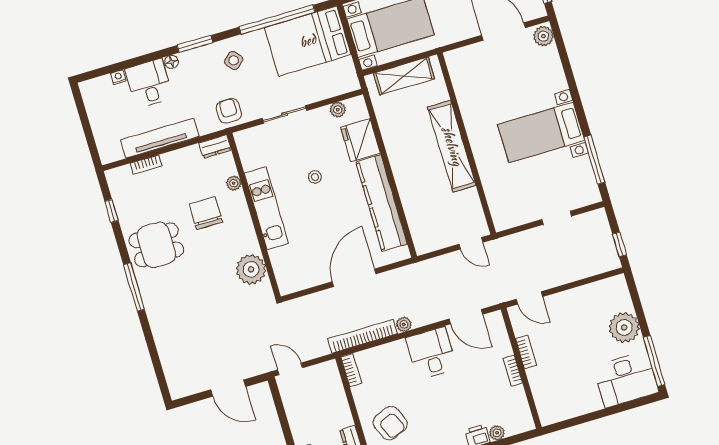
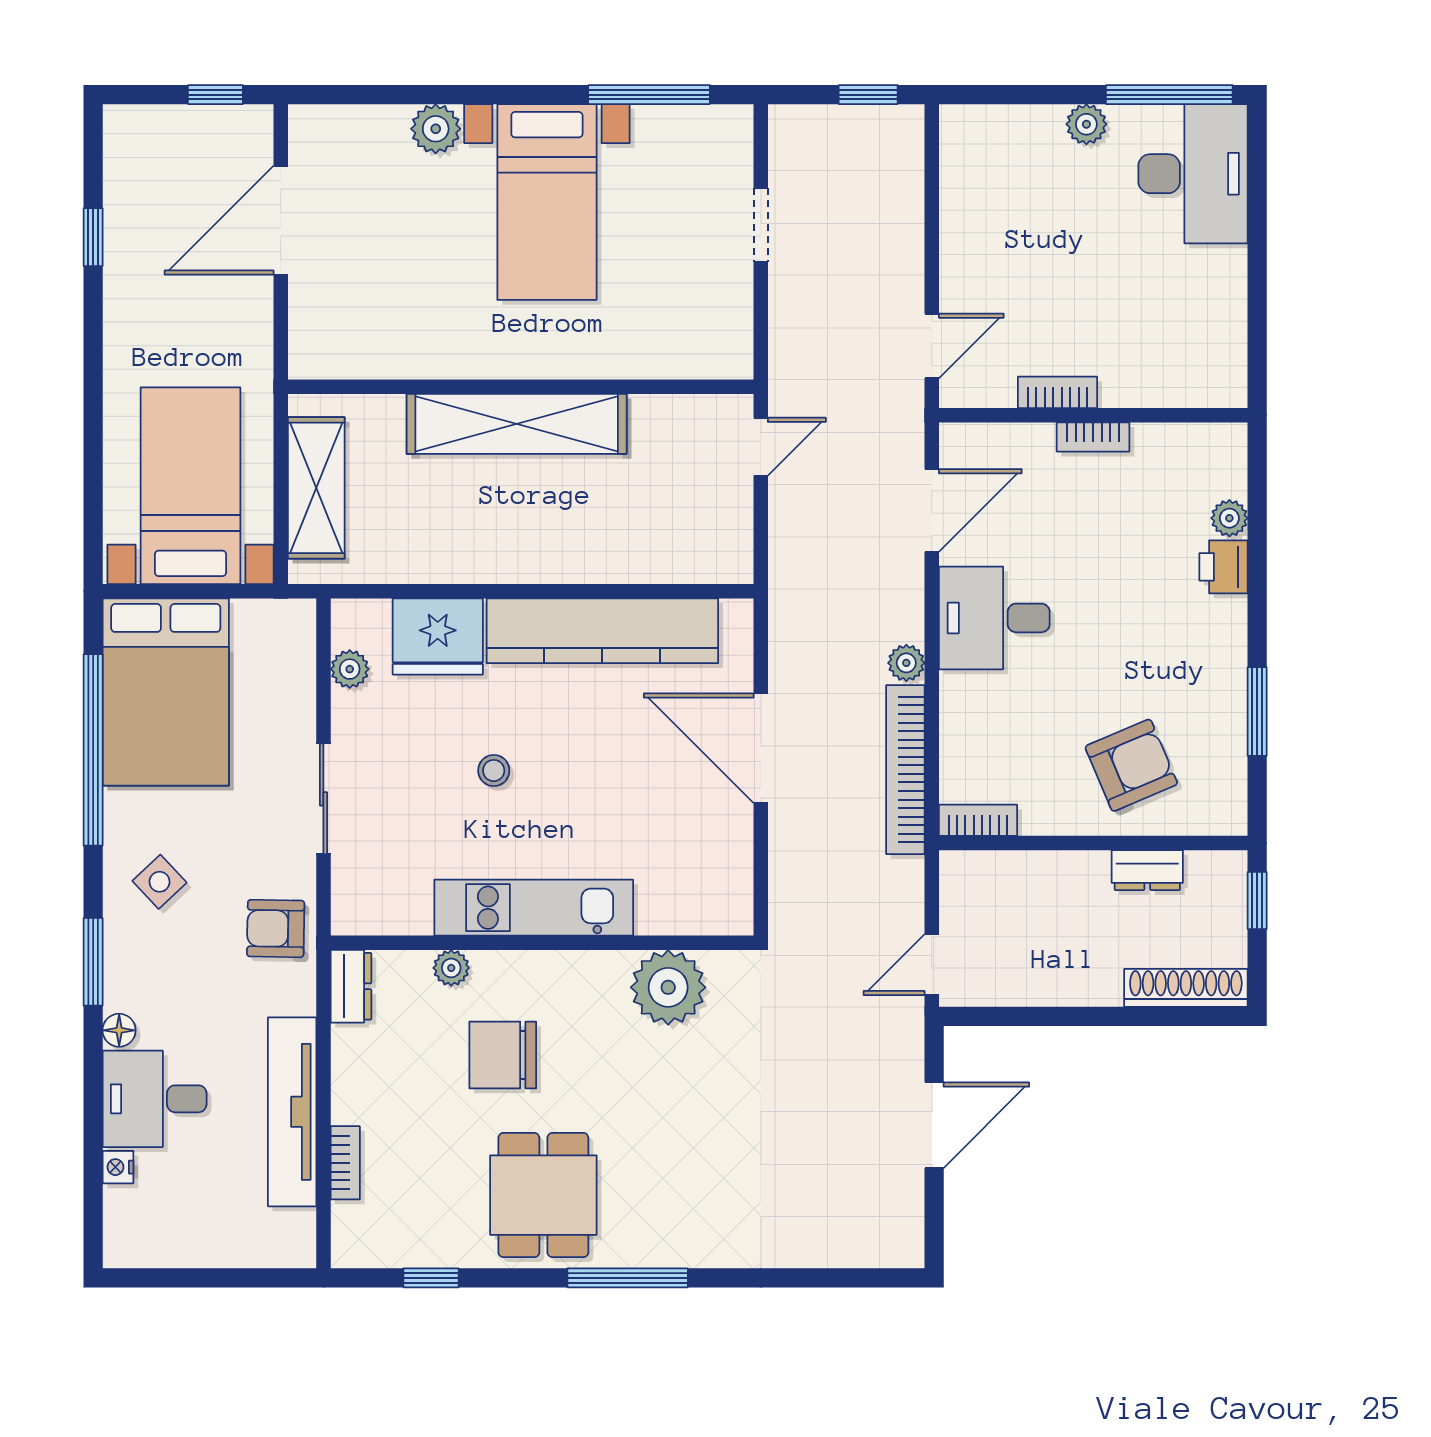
plant: (543, 36) -> (436, 129), moved
plant: (624, 328) -> (1086, 124), width x0.53, depth x0.53

